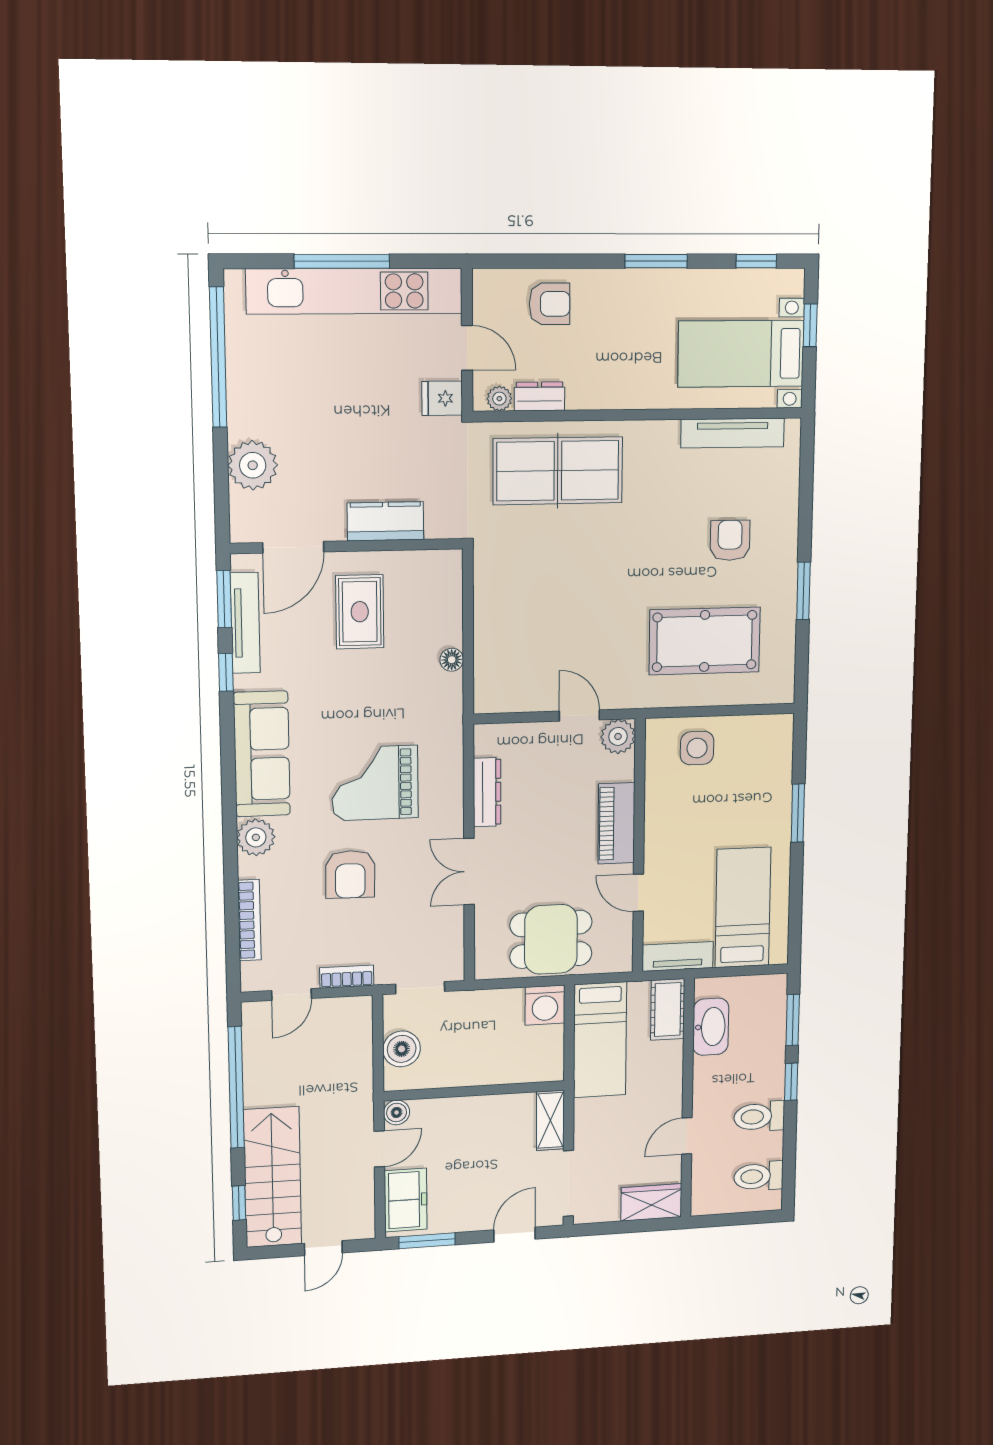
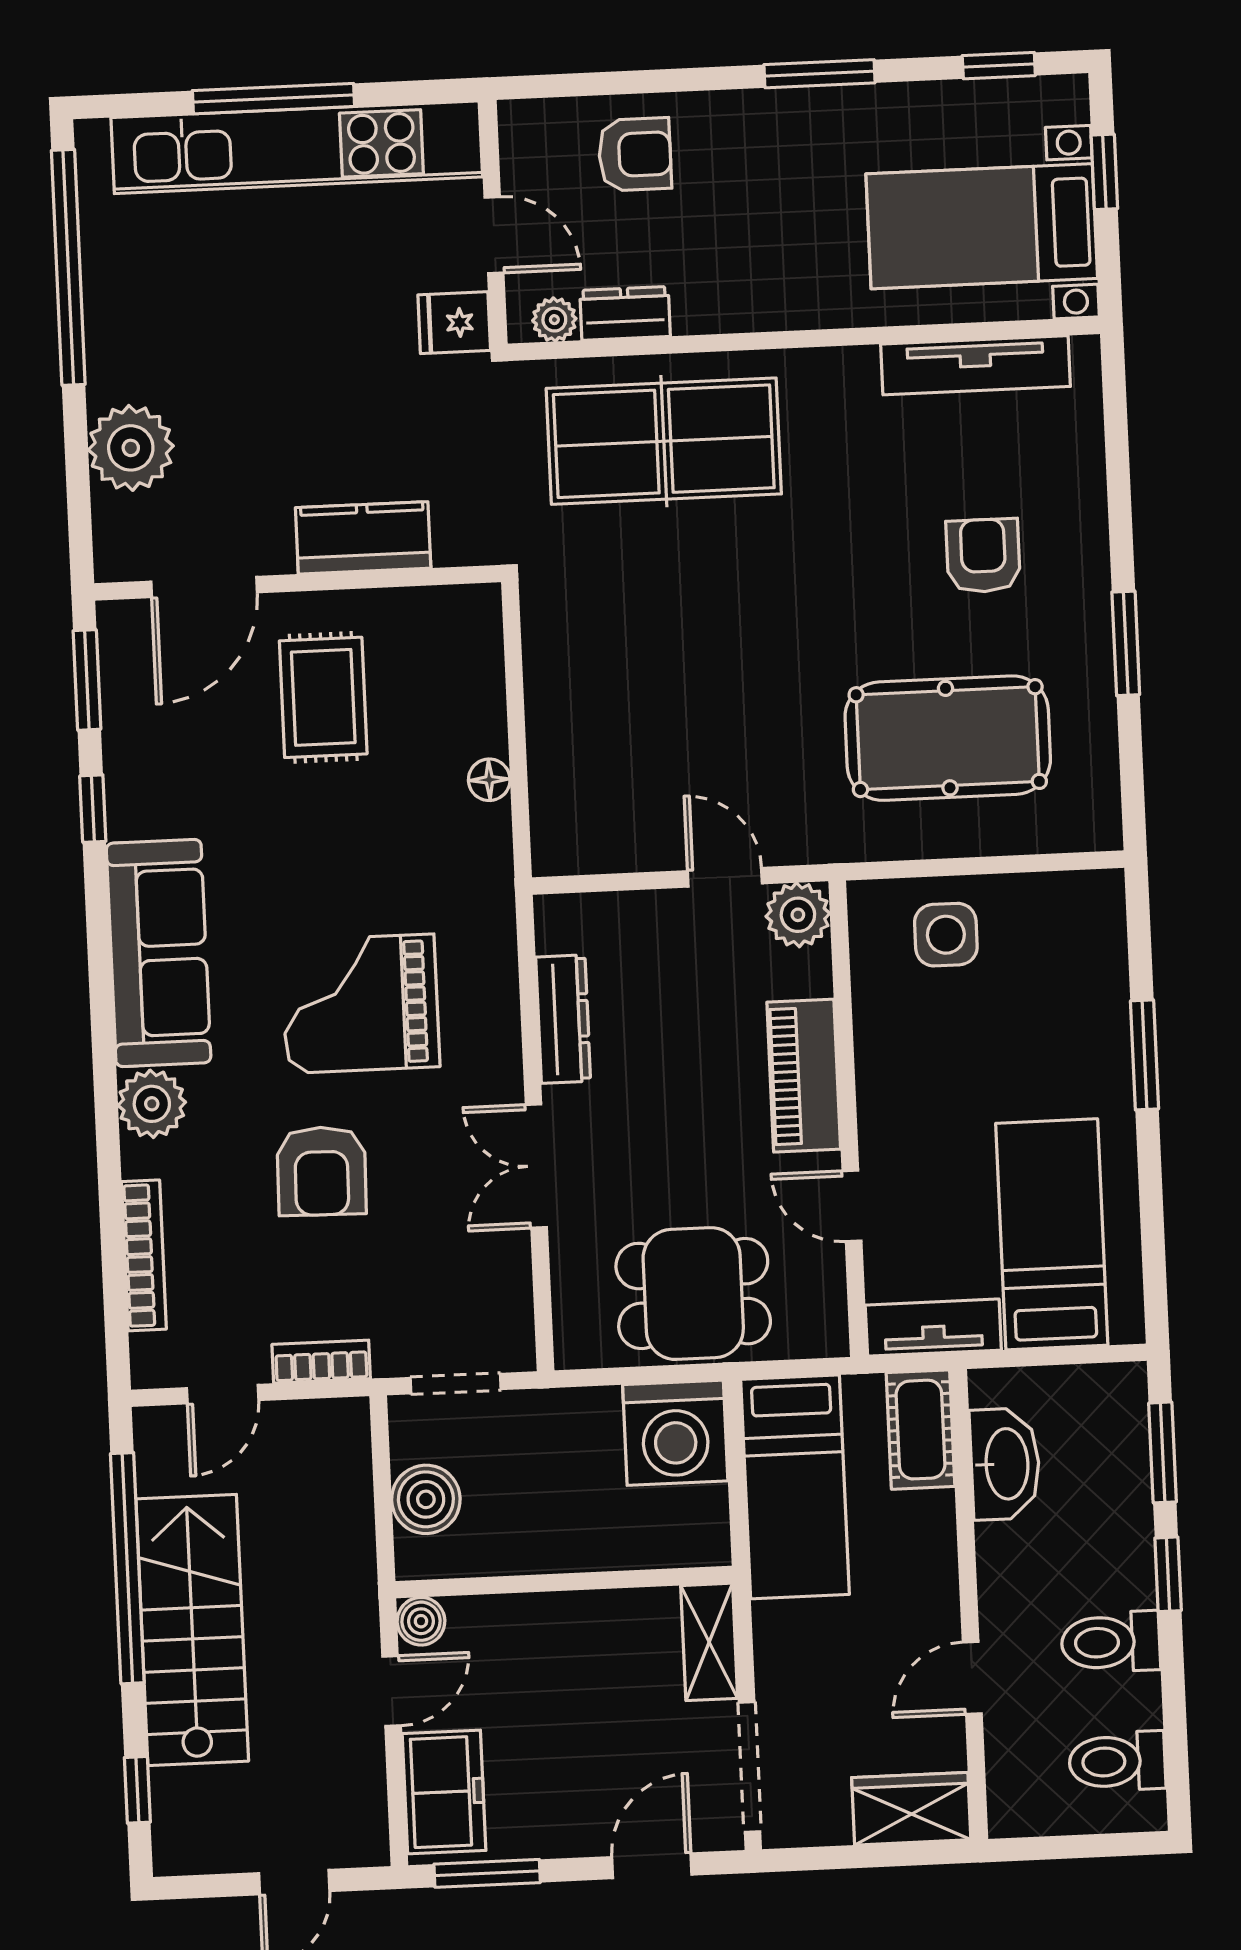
tv unit: (245, 623) -> (124, 721), removed
washing machine: (545, 1005) -> (675, 1433), width x1.37, depth x1.37
stairs: (273, 1177) -> (192, 1630), moved

